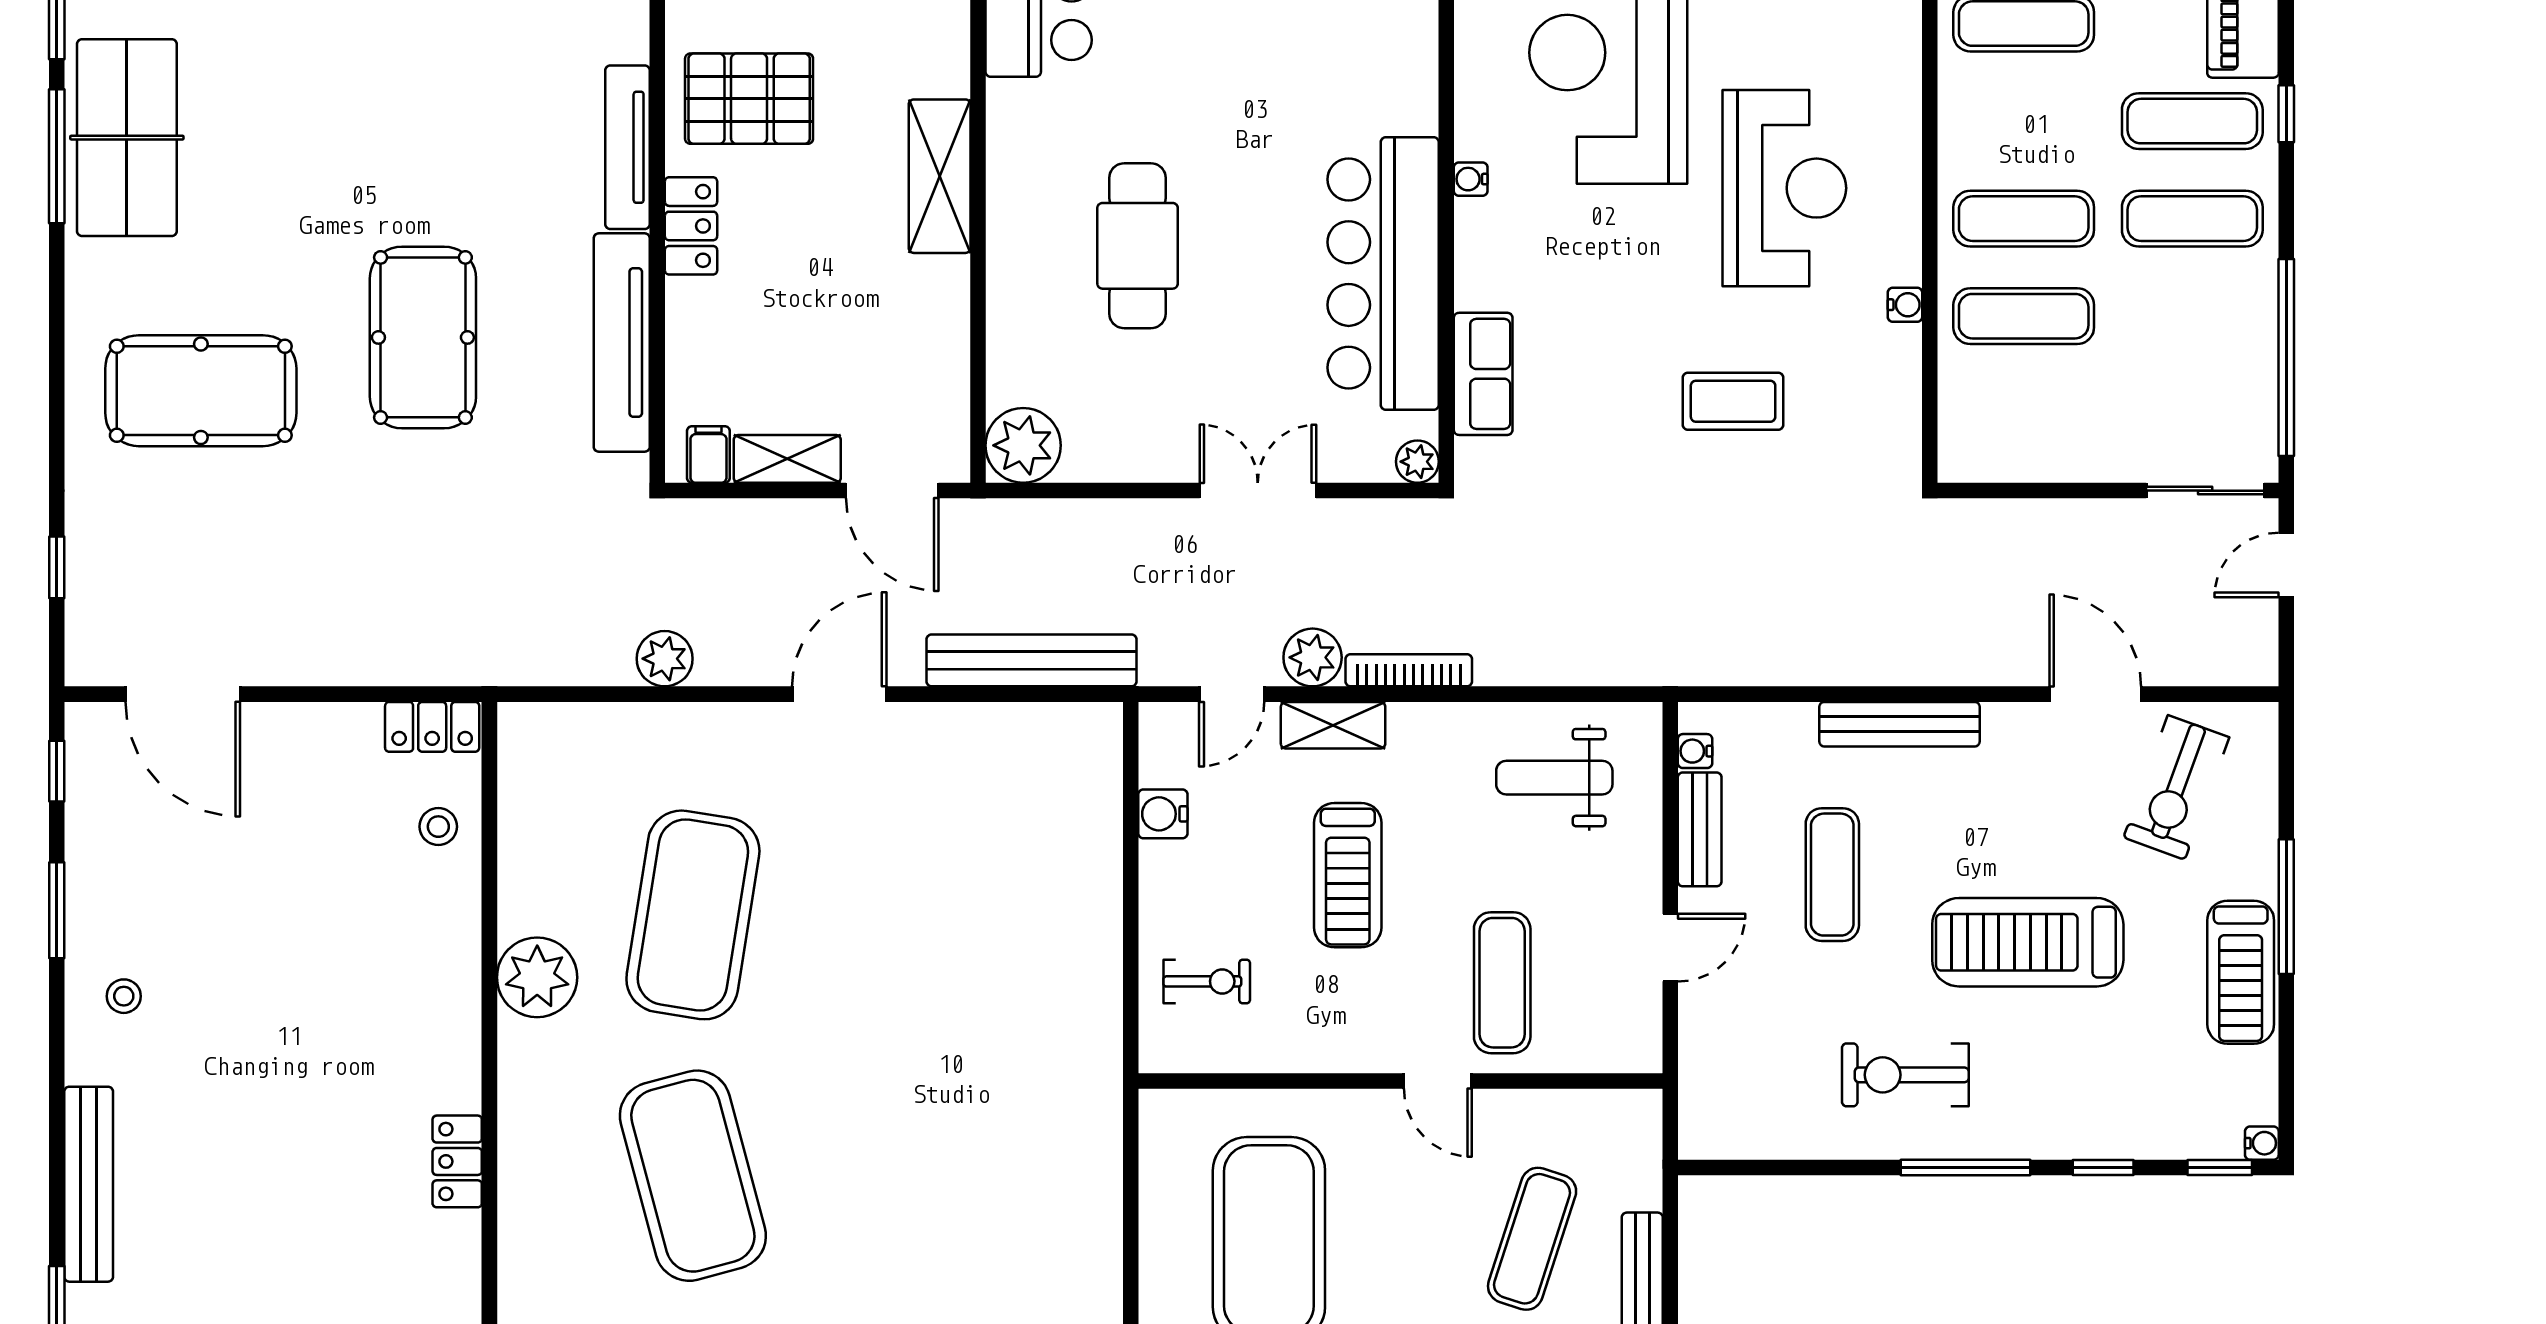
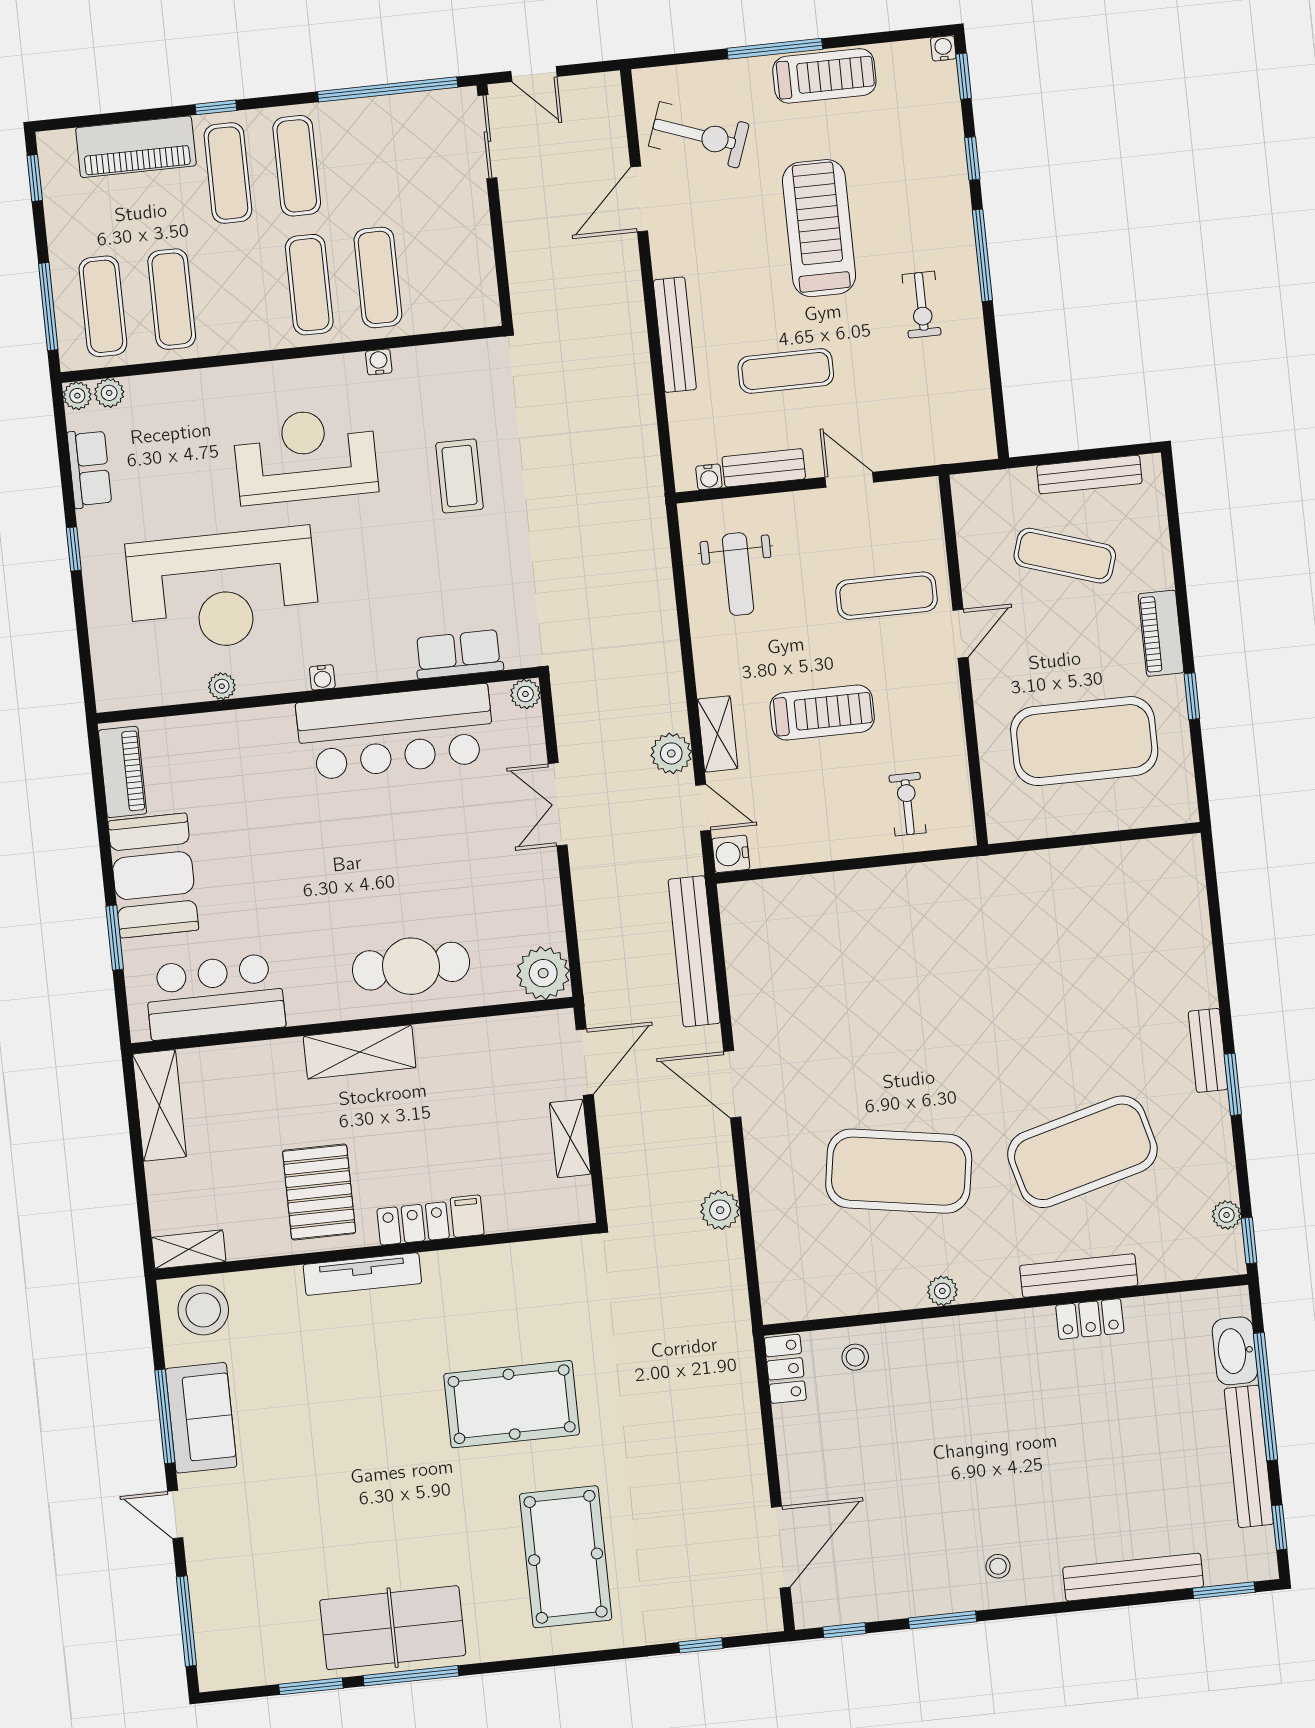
plant: (1473, 37) -> (222, 686), added
cafe table: (1138, 246) -> (411, 966), moved
tv unit: (622, 343) -> (500, 1264), removed
filing cabinet: (708, 454) -> (467, 1216), moved, turned 90
bookcase: (1409, 670) -> (673, 685), removed
water cooler: (1163, 814) -> (731, 854), moved, turned 90
treadmill: (2028, 942) -> (819, 228), turned 180
plant: (537, 977) -> (942, 1291), width x0.53, depth x0.53
exercise bike: (1905, 1075) -> (922, 305), width x0.73, depth x0.72
bench: (520, 1152) -> (1079, 1275), added

